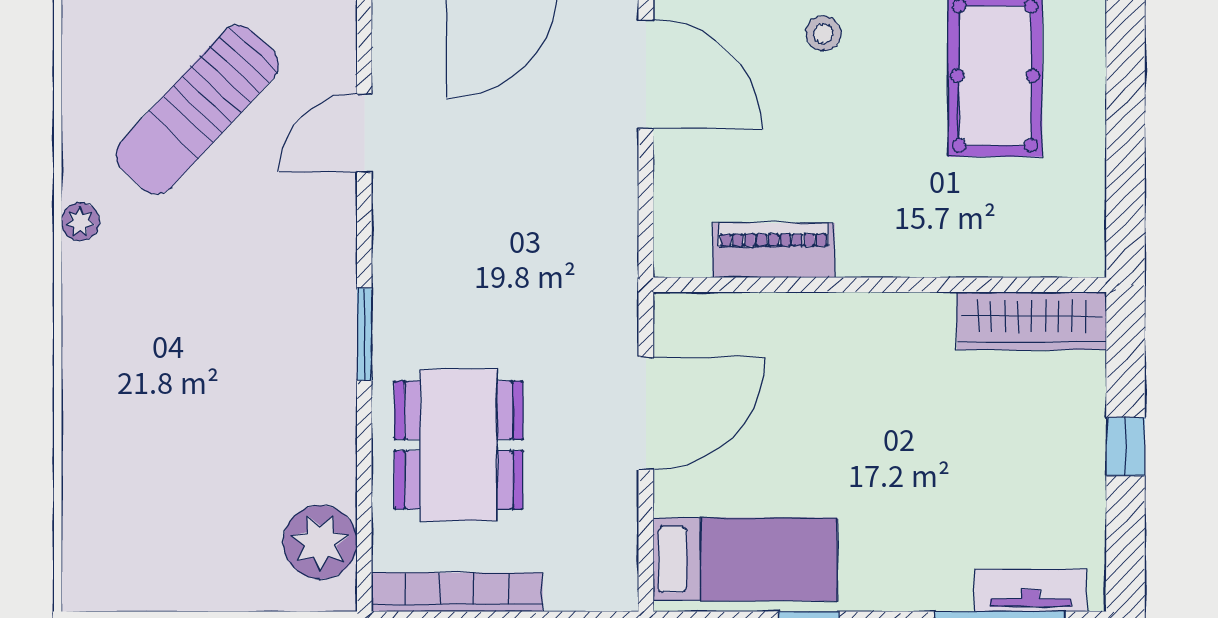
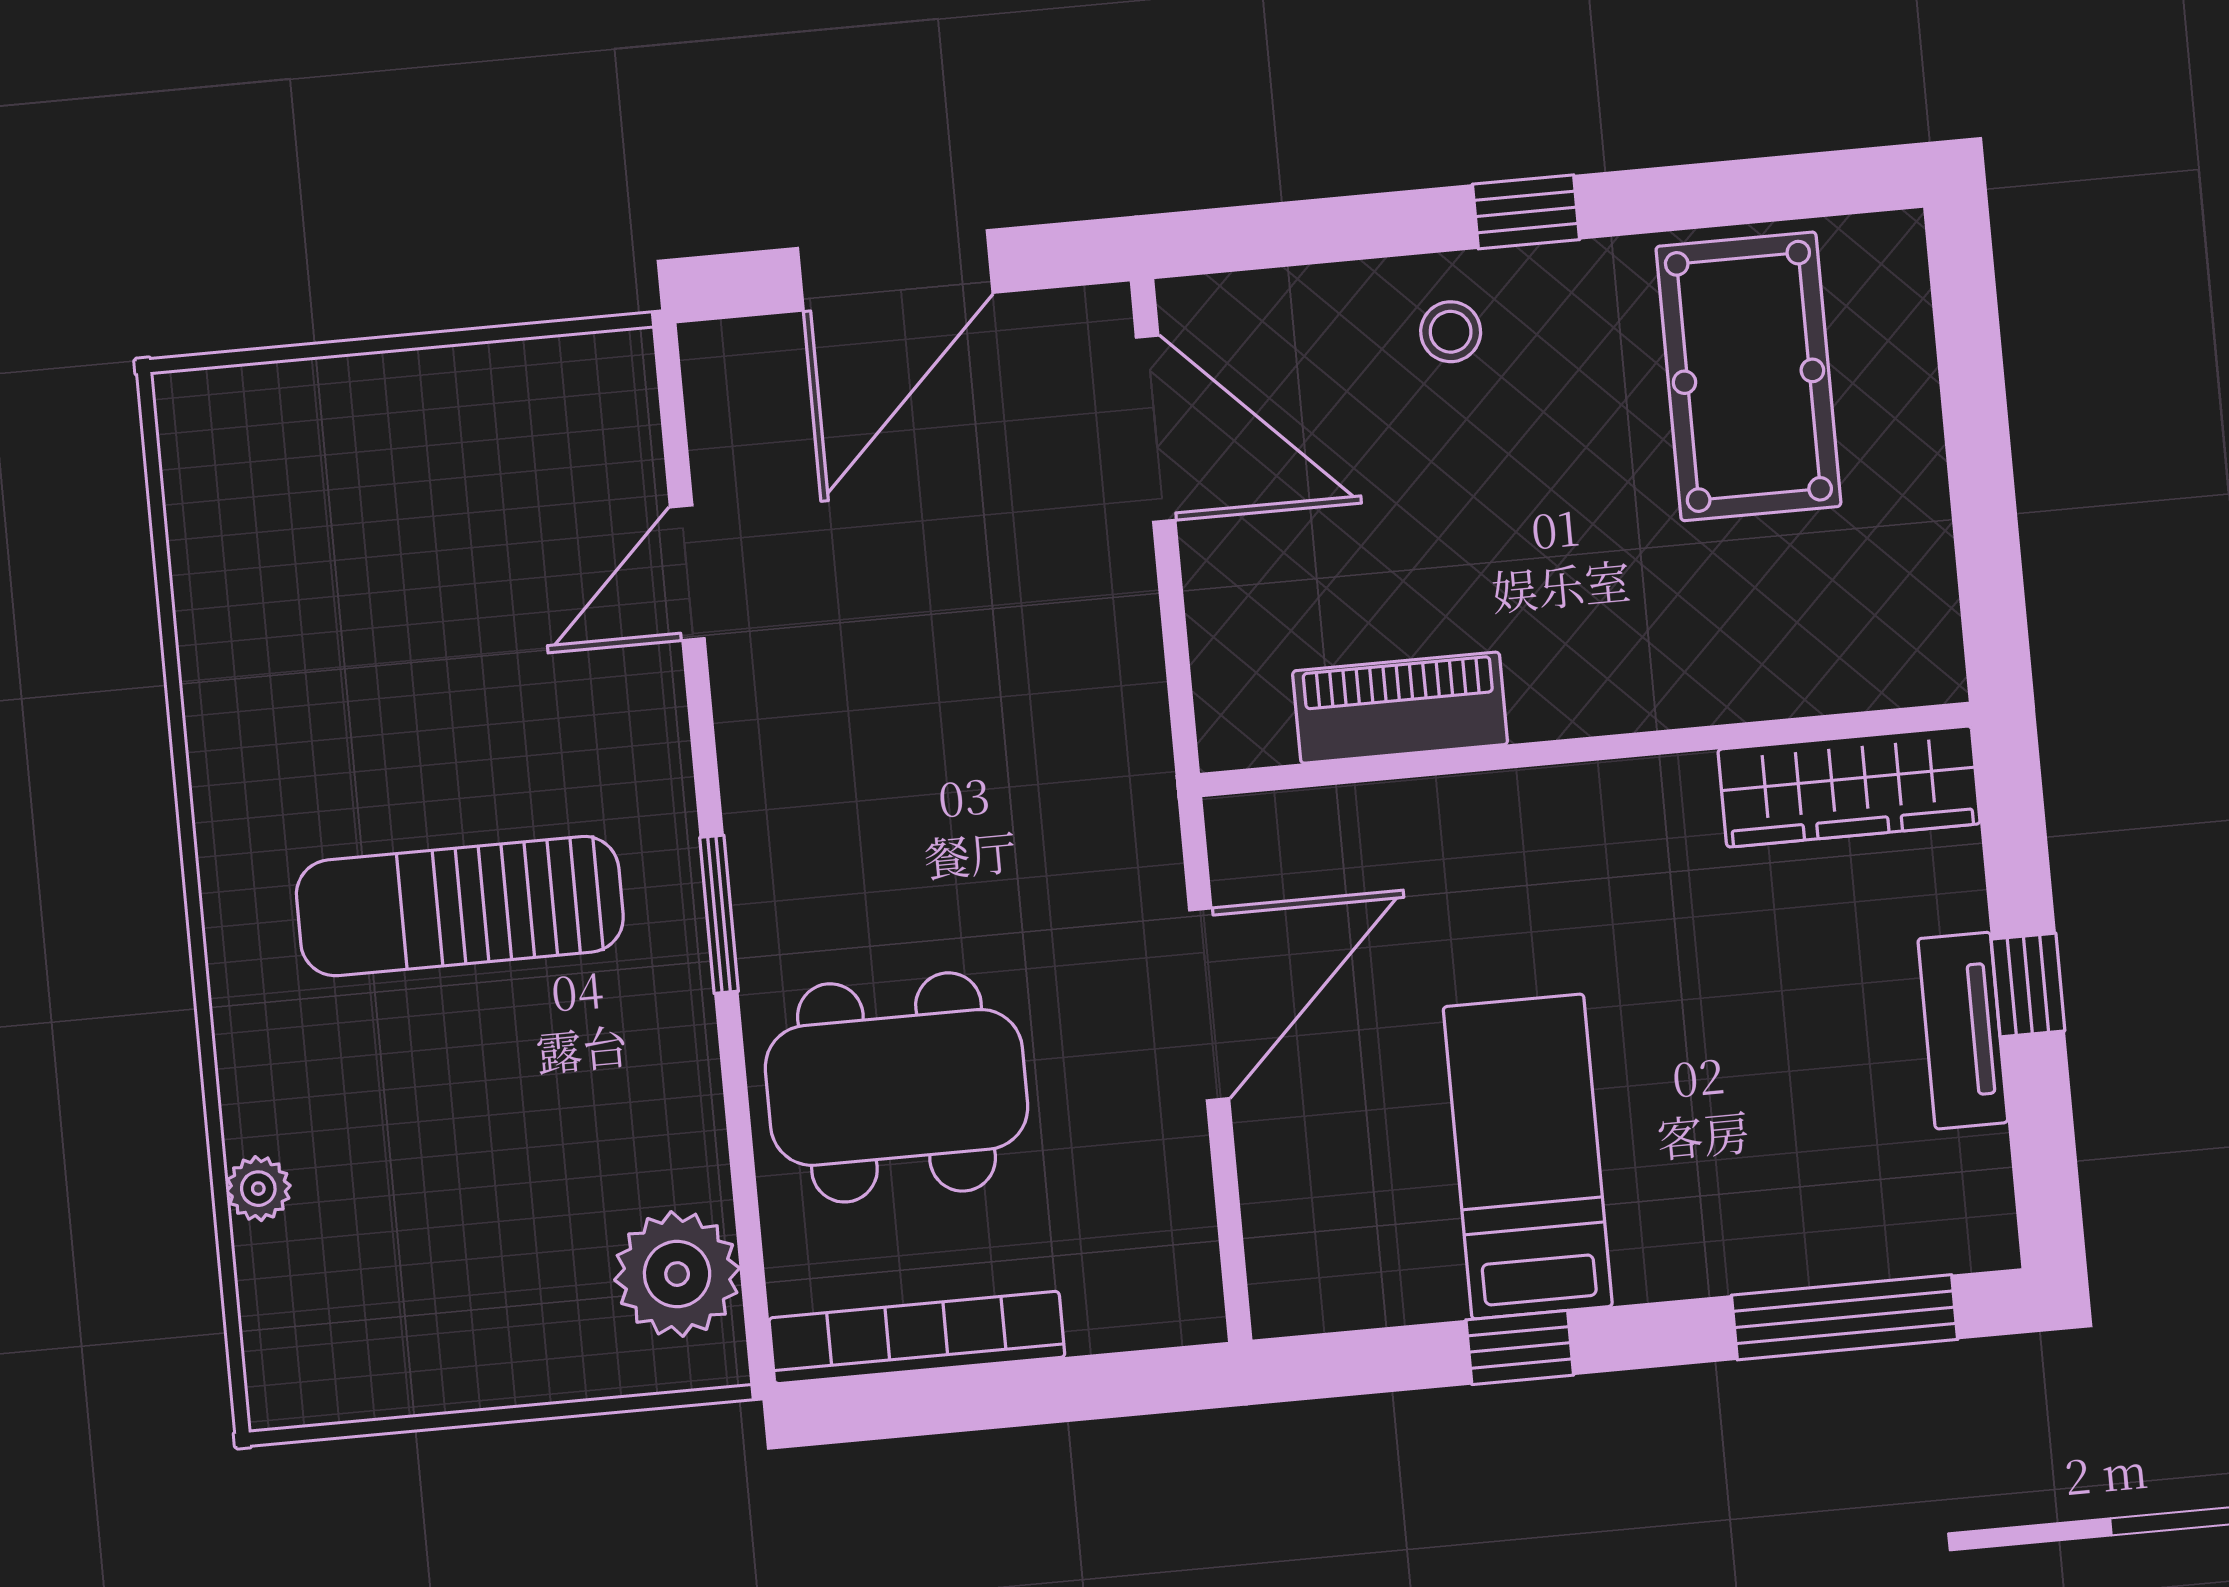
sun lounger: (197, 110) -> (460, 906), moved, turned 47
plant: (80, 222) -> (258, 1189), moved
dining table: (459, 445) -> (896, 1087), turned 90
bed: (745, 559) -> (1528, 1157), moved, turned -90
tv unit: (1031, 590) -> (1963, 1031), moved, turned -90

